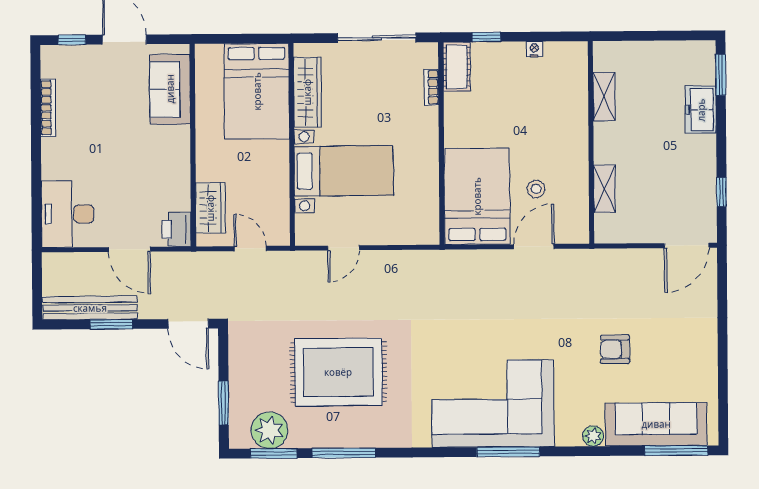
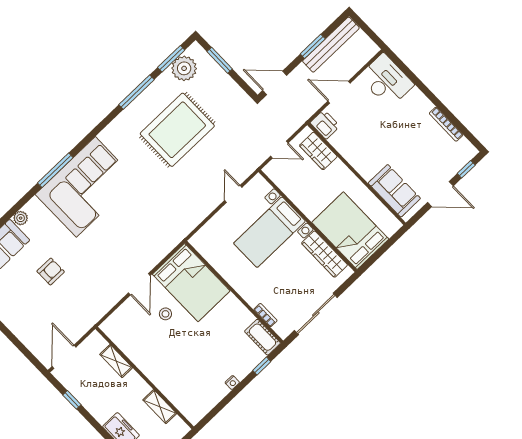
shelving: (604, 97) -> (160, 407), moved
wall: (591, 142) -> (145, 378), moved
shelving: (604, 189) -> (116, 361), moved

